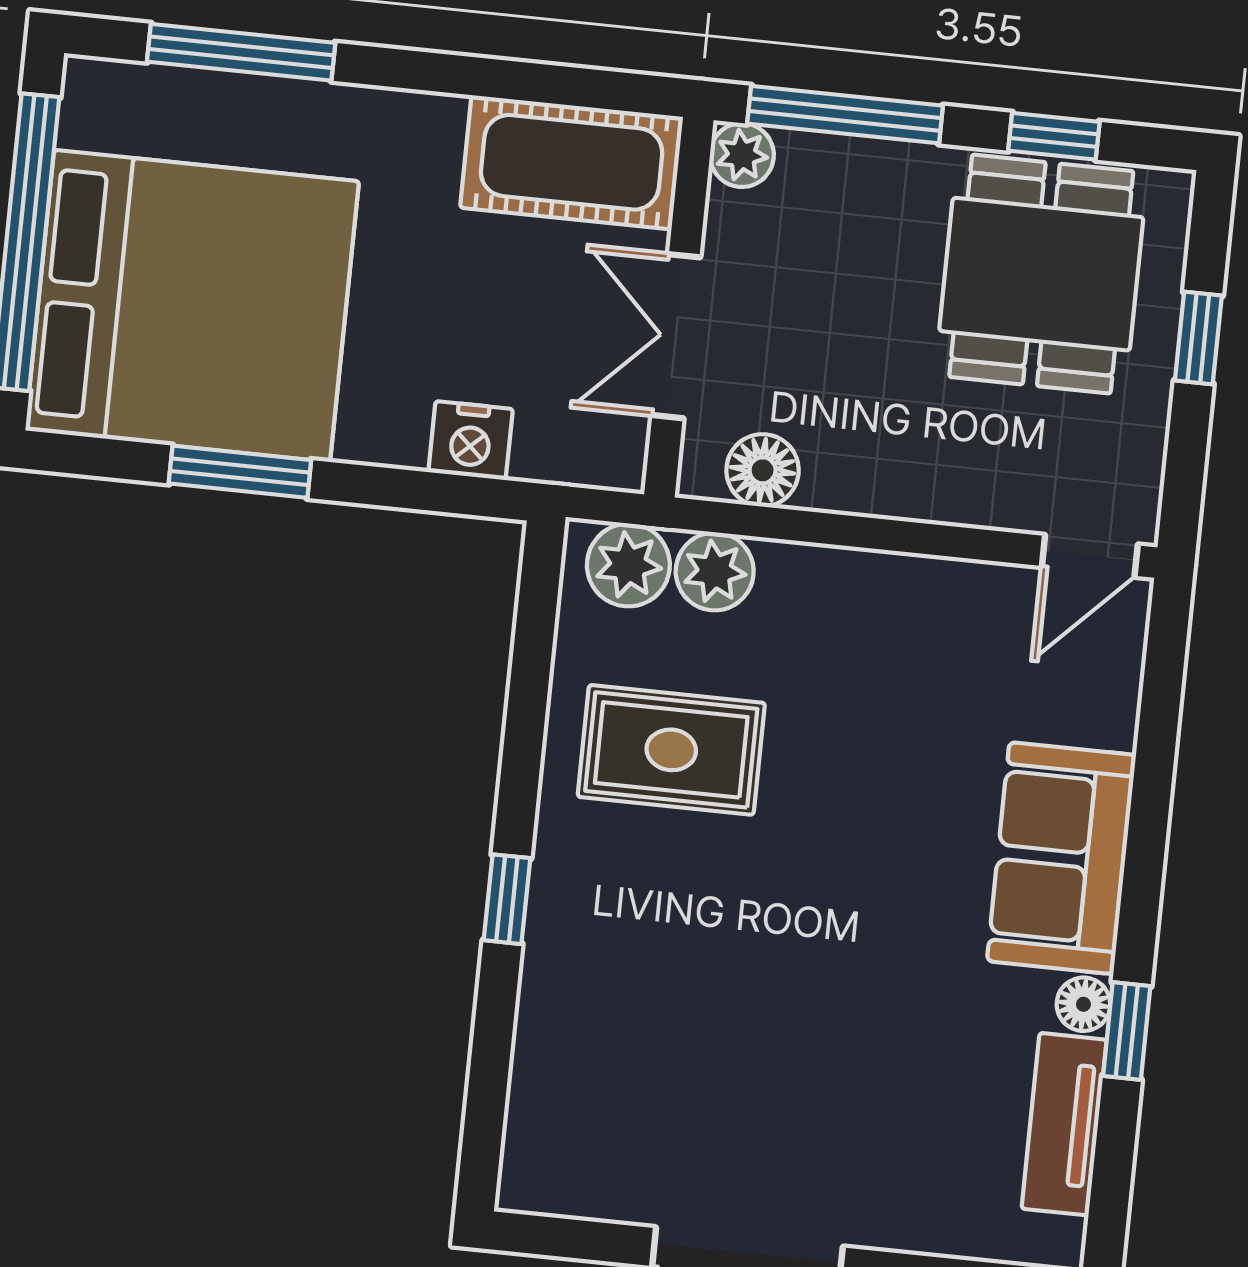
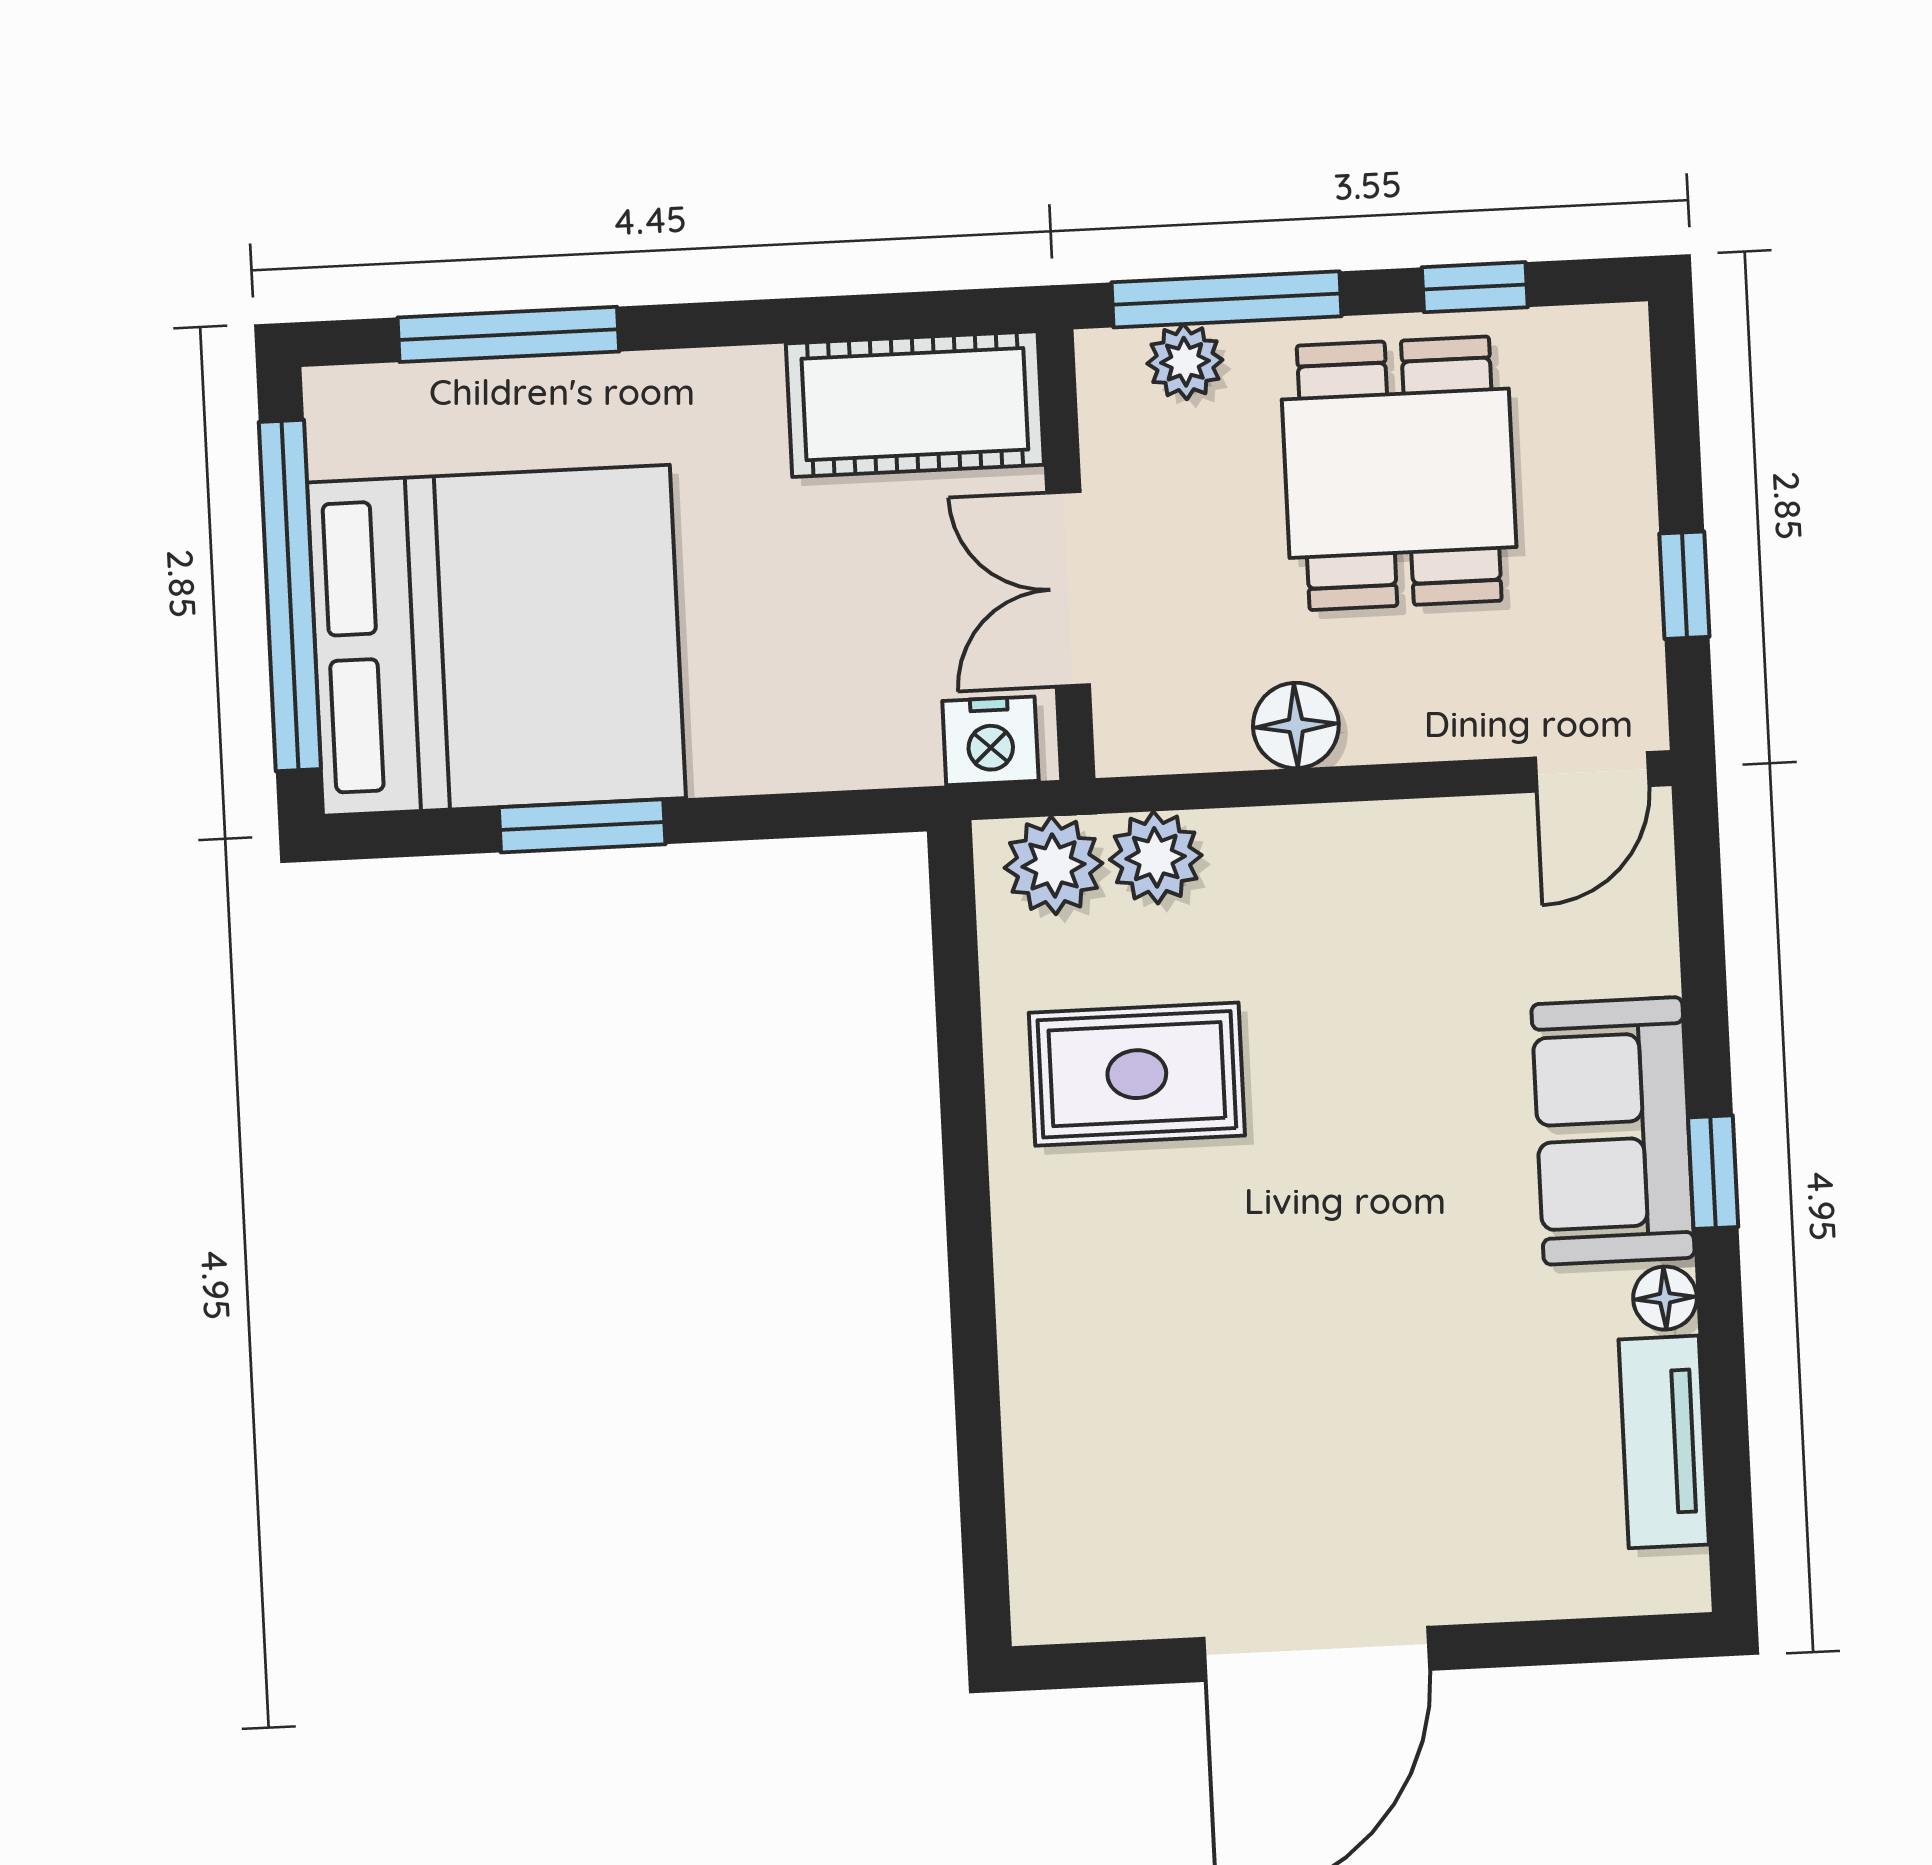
plant: (742, 155) -> (1185, 362), moved
dining table: (1041, 274) -> (1399, 473), moved
window: (1198, 338) -> (1684, 585), moved
nightstand: (471, 441) -> (990, 741), moved
floor lamp: (763, 470) -> (1296, 725), moved
window: (507, 899) -> (971, 1278), removed
window: (1127, 1031) -> (1713, 1172), moved

